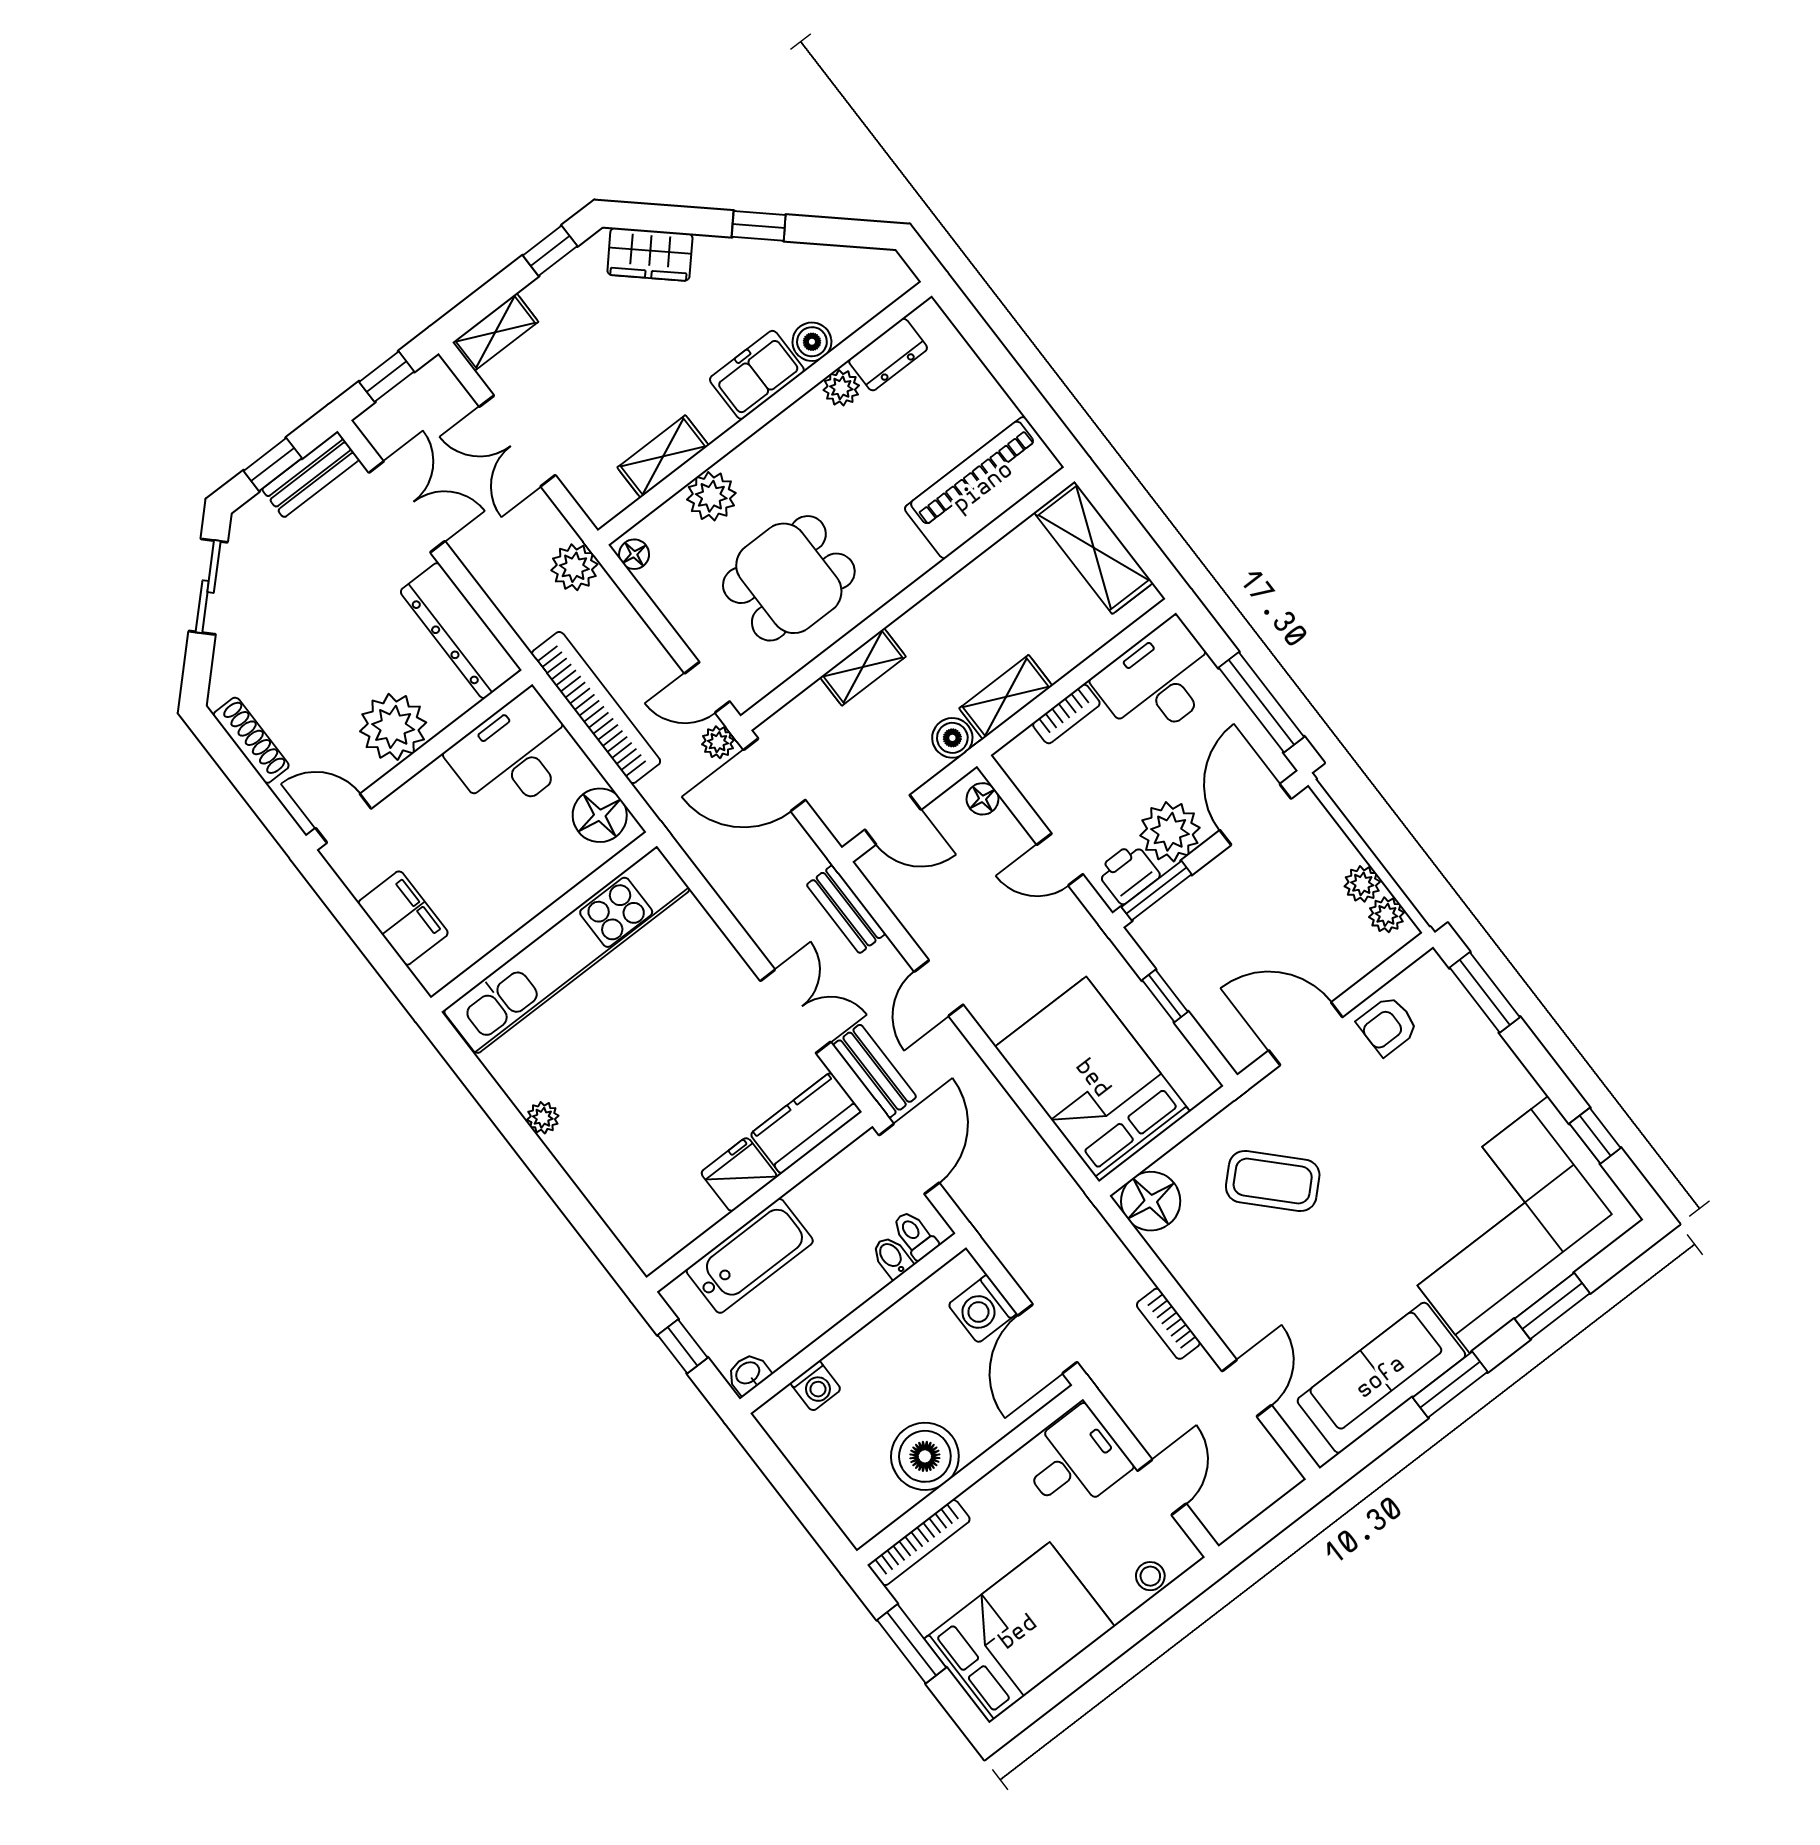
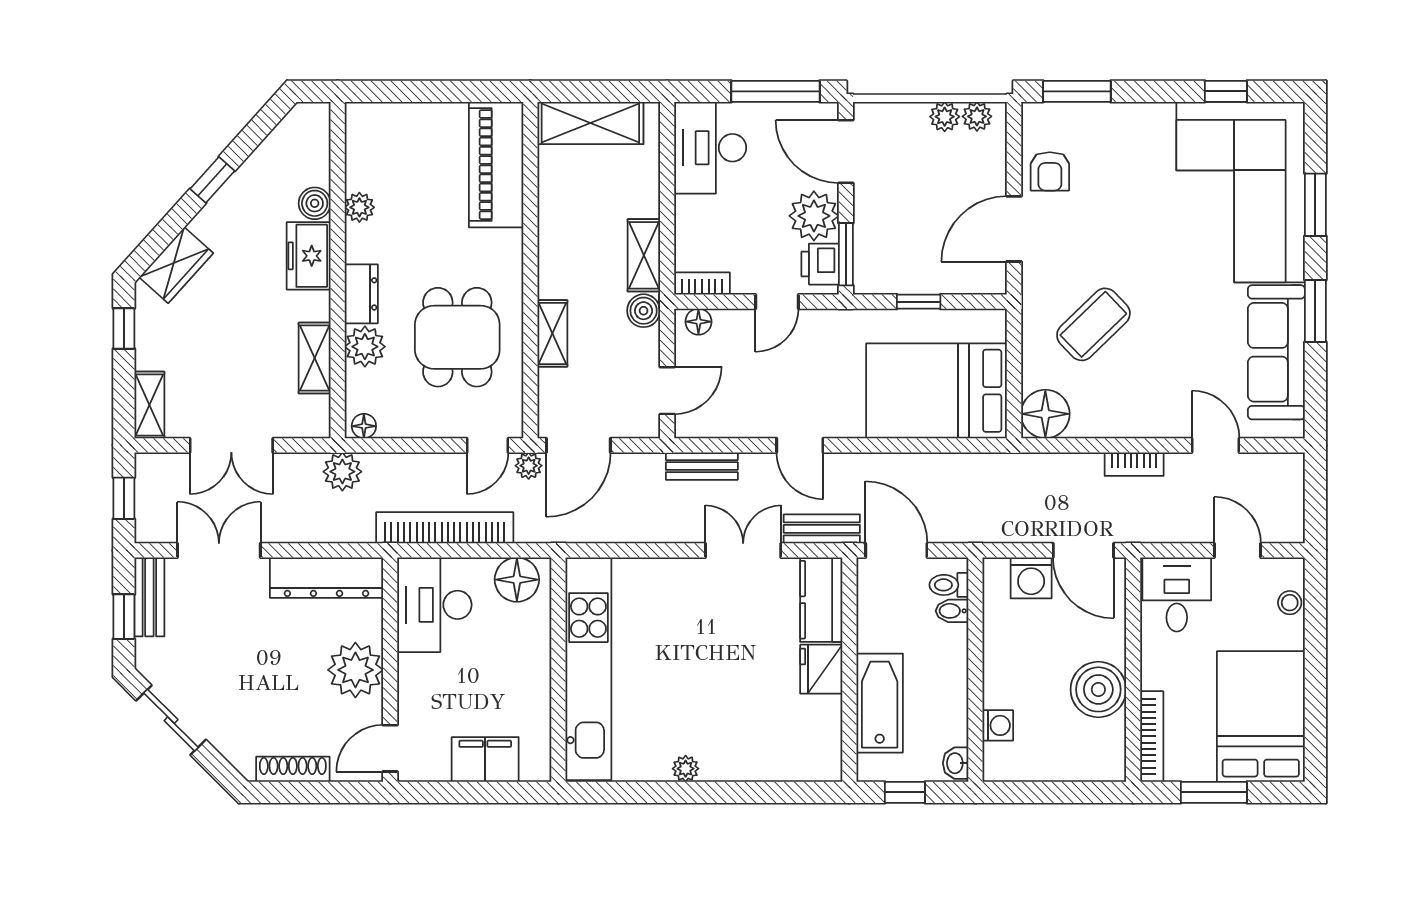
dresser: (888, 355) -> (361, 294), moved
bookcase: (1066, 714) -> (702, 283), moved, turned -90

